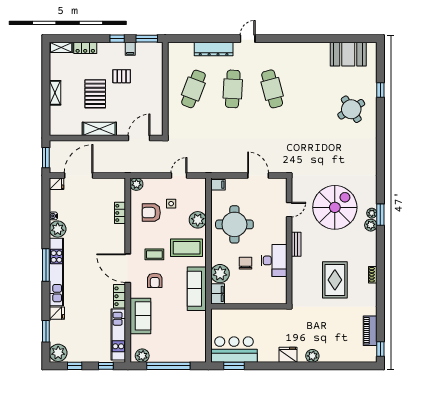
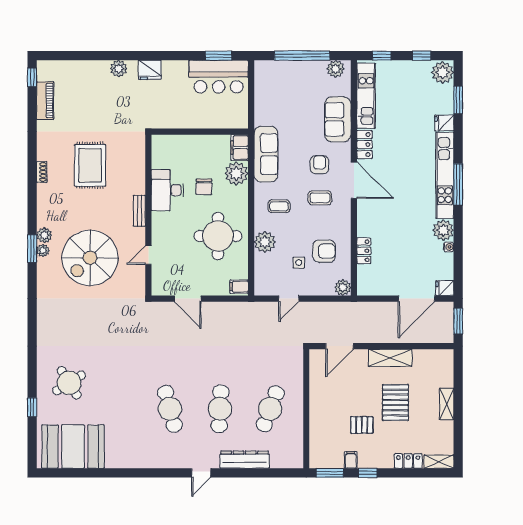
booth: (348, 54) -> (73, 447), width x1.36, depth x1.42
coffee table: (187, 248) -> (279, 206), width x0.54, depth x0.58

